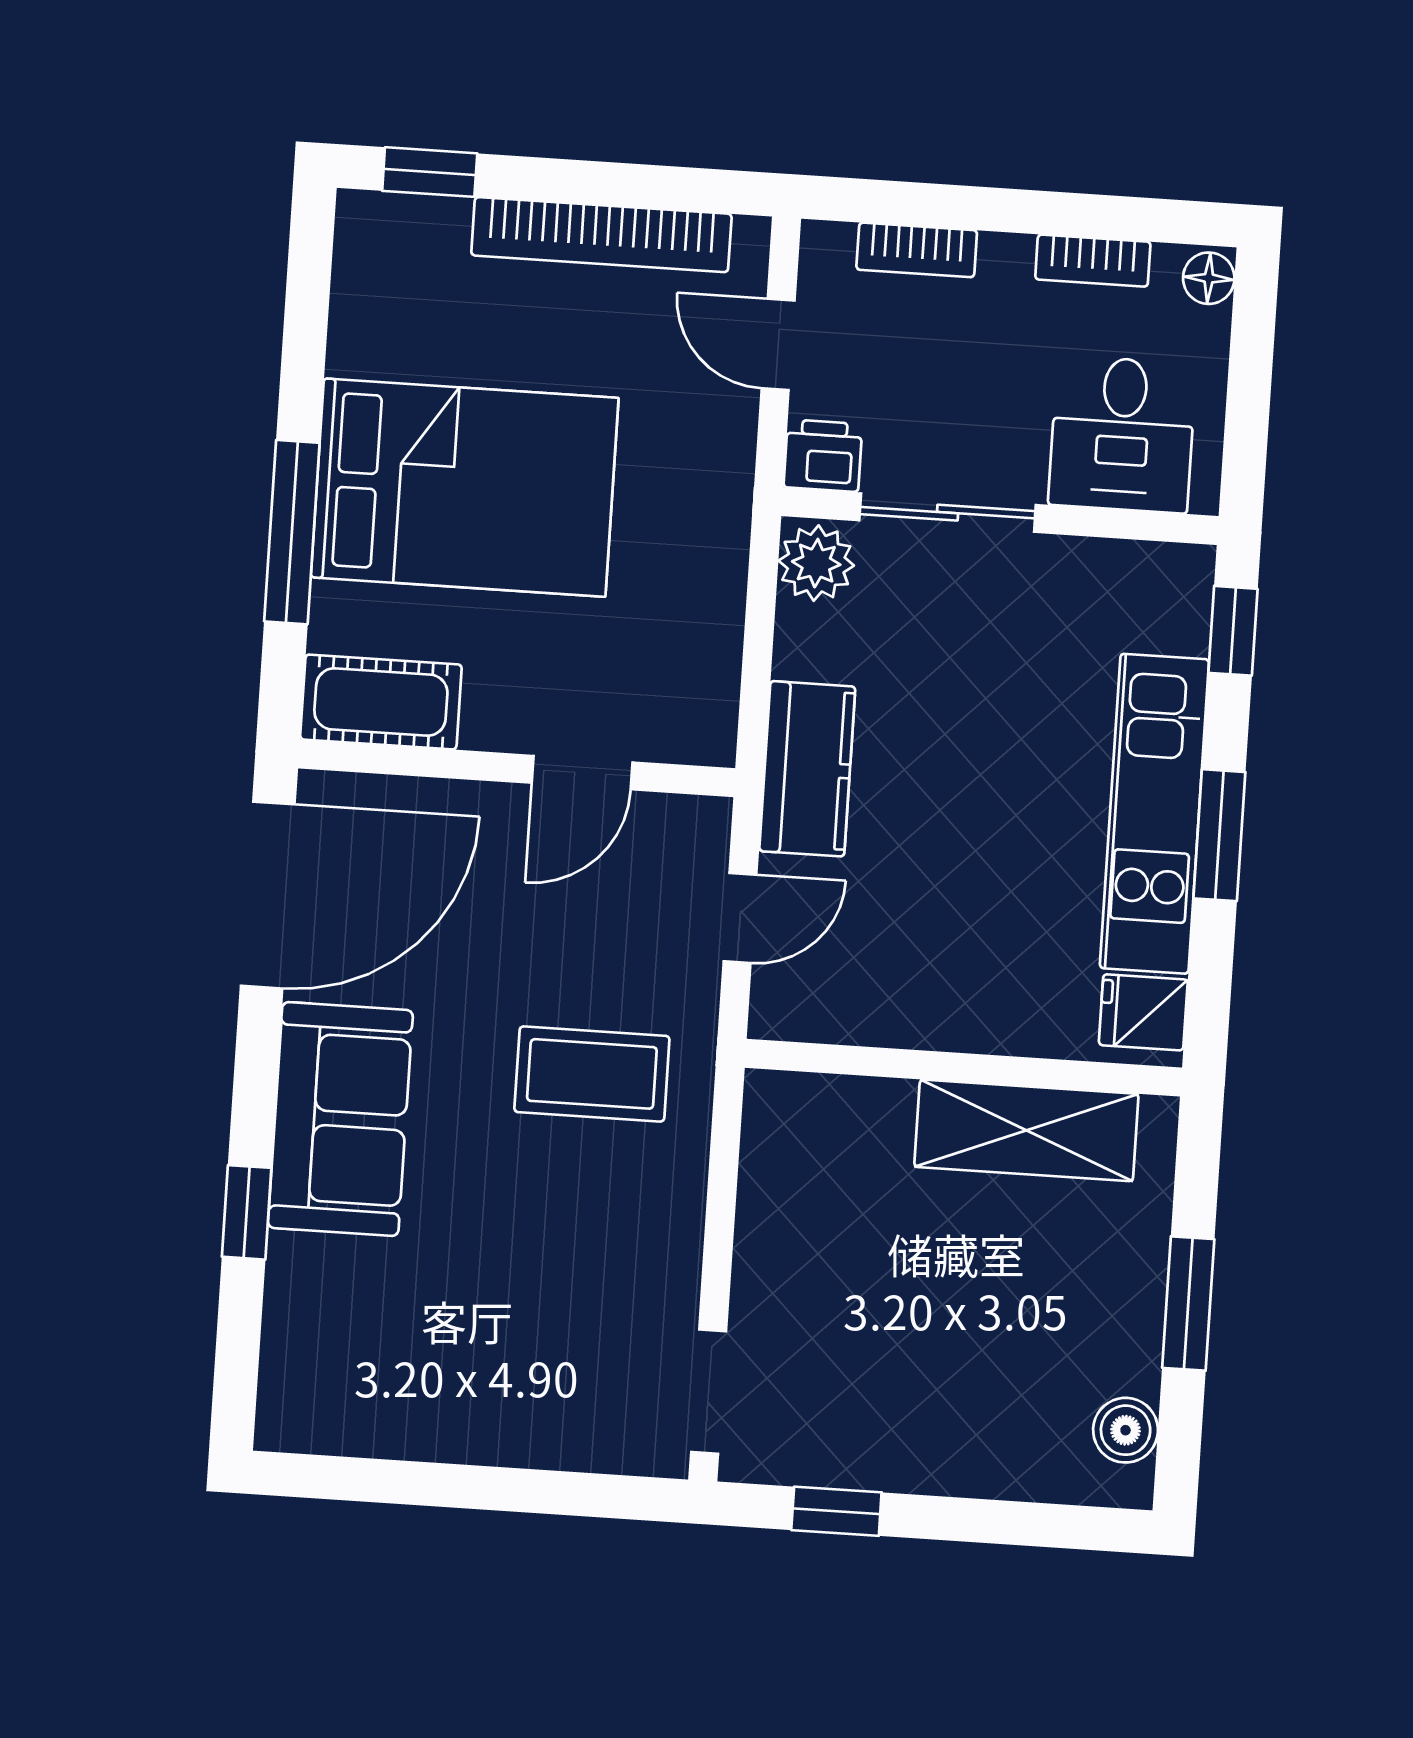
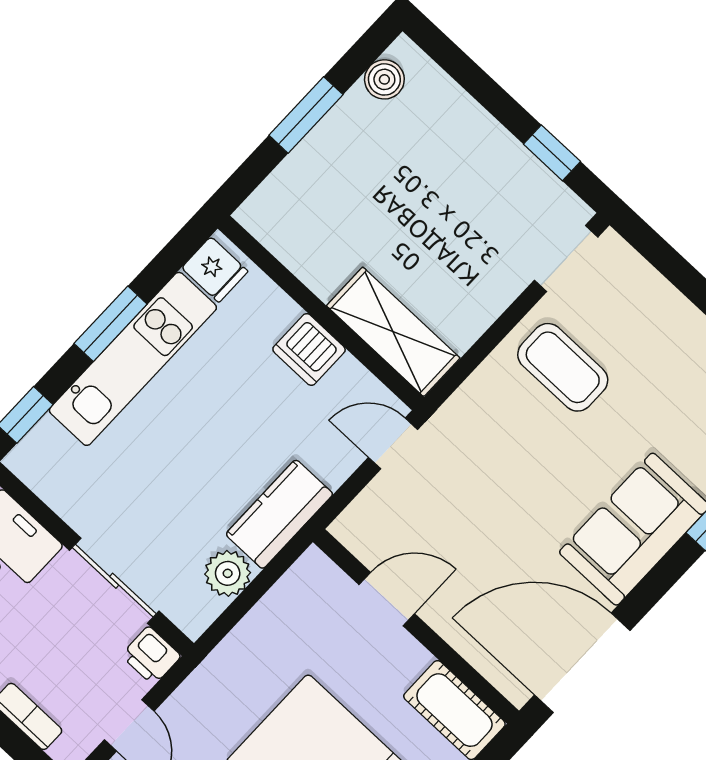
plant: (816, 563) -> (228, 573), moved
door: (740, 918) -> (393, 443), moved
dishwasher: (941, 1009) -> (309, 349), added
coffee table: (592, 1074) -> (563, 367), moved
shelving: (1026, 1130) -> (393, 332), moved

